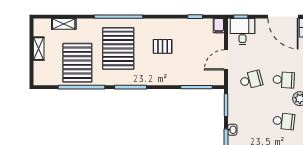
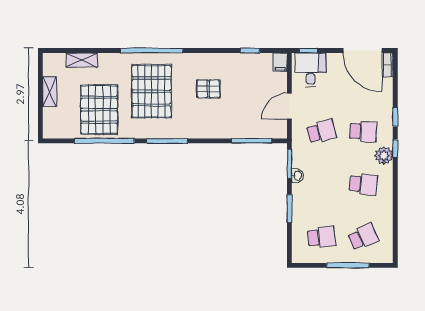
washbasin: (232, 130) -> (298, 176), moved

